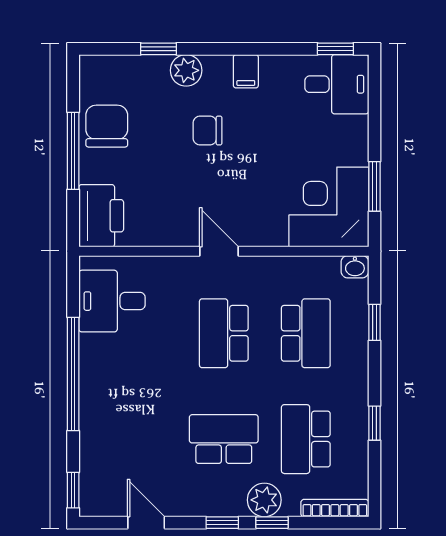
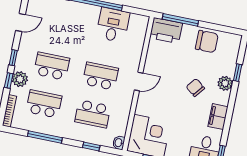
filing cabinet: (246, 71) -> (218, 117), width x2.00
chair: (208, 131) -> (195, 88), turned -52
window: (73, 151) -> (180, 20), moved
desk: (112, 301) -> (113, 25), moved
window: (375, 423) -> (45, 137), width x2.17
school desk: (224, 439) -> (52, 66), turned -90

